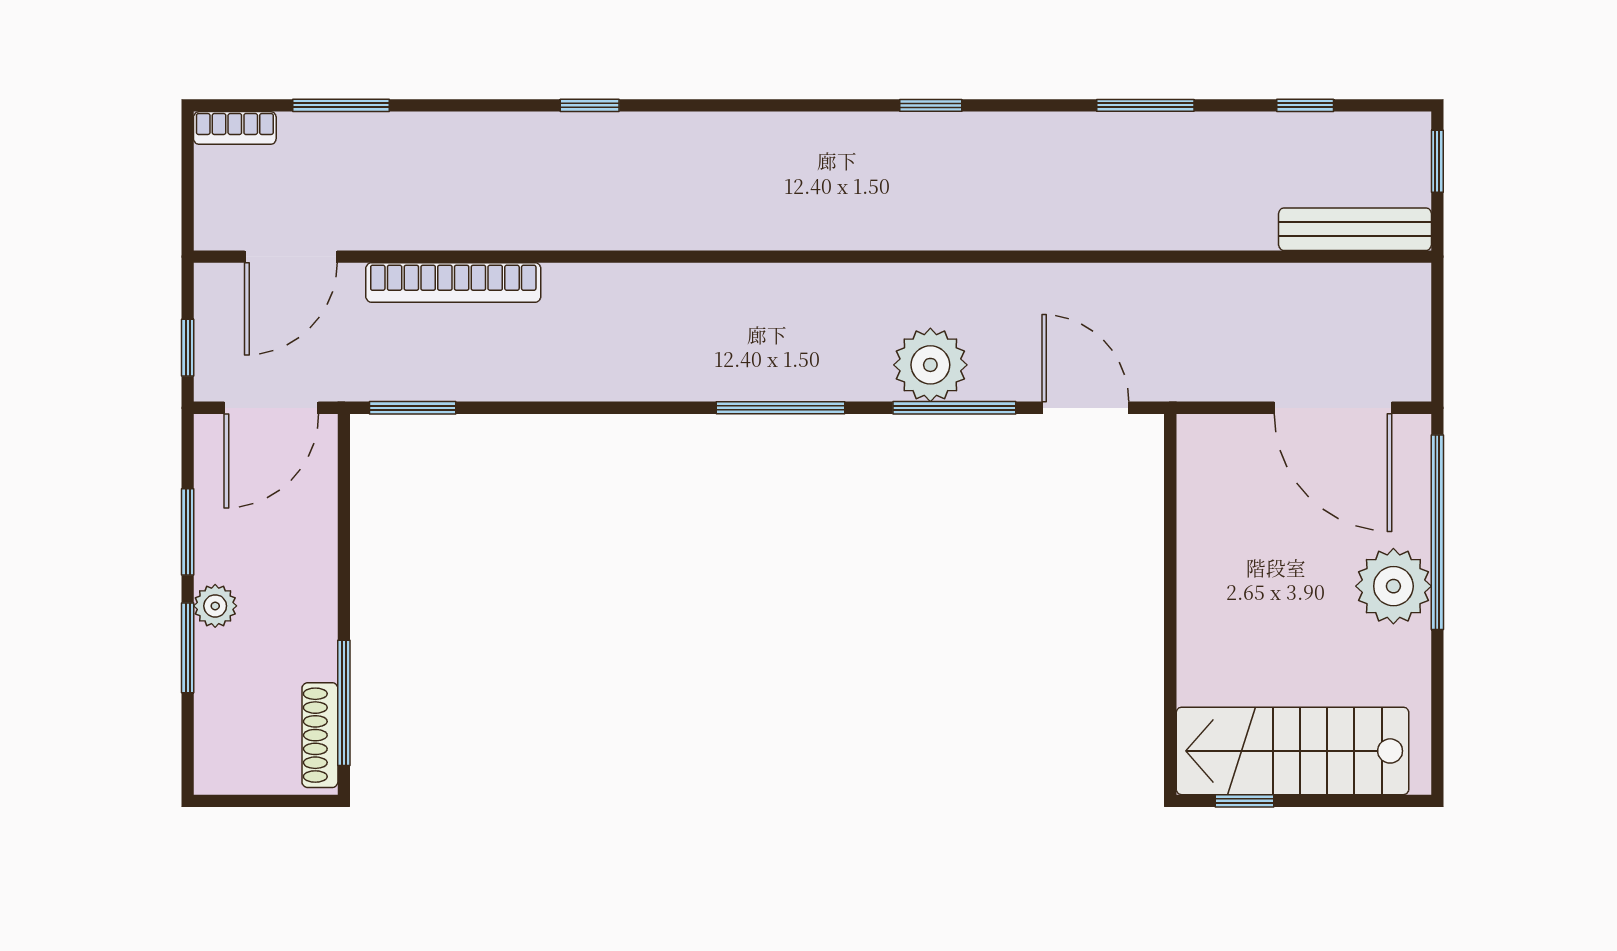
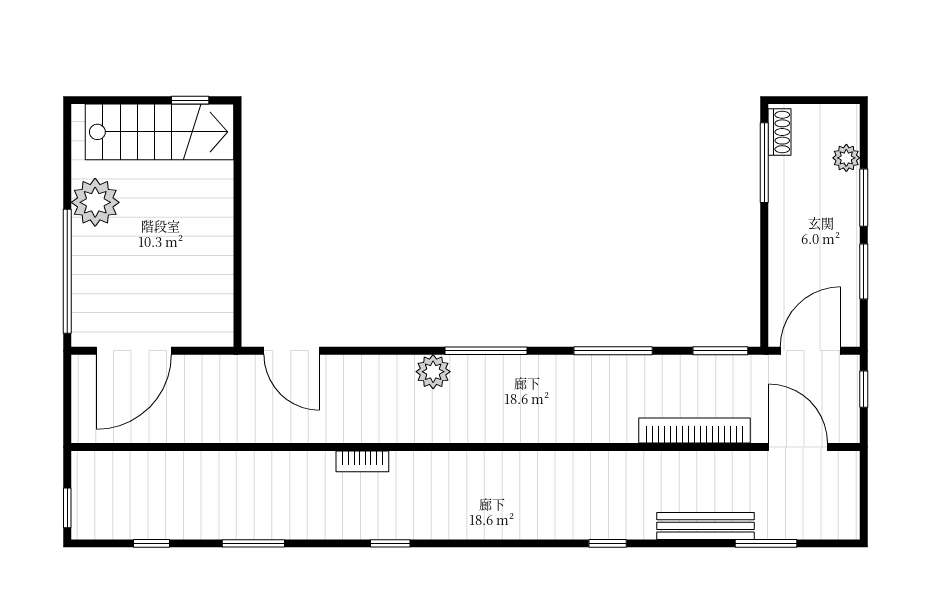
bookcase: (235, 128) -> (362, 461), moved, turned 180
bench: (1355, 229) -> (705, 526), moved
door: (291, 257) -> (798, 447), hinge flipped
plant: (930, 365) -> (433, 372), moved, width x0.73, depth x0.73
window: (954, 408) -> (613, 351), moved
door: (1333, 408) -> (134, 351), swing flipped
plant: (1393, 586) -> (95, 202), moved
plant: (215, 606) -> (846, 158), moved
shoe rack: (320, 735) -> (779, 132), width x0.70

